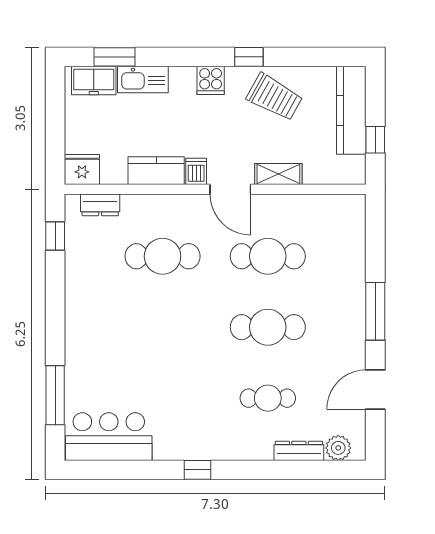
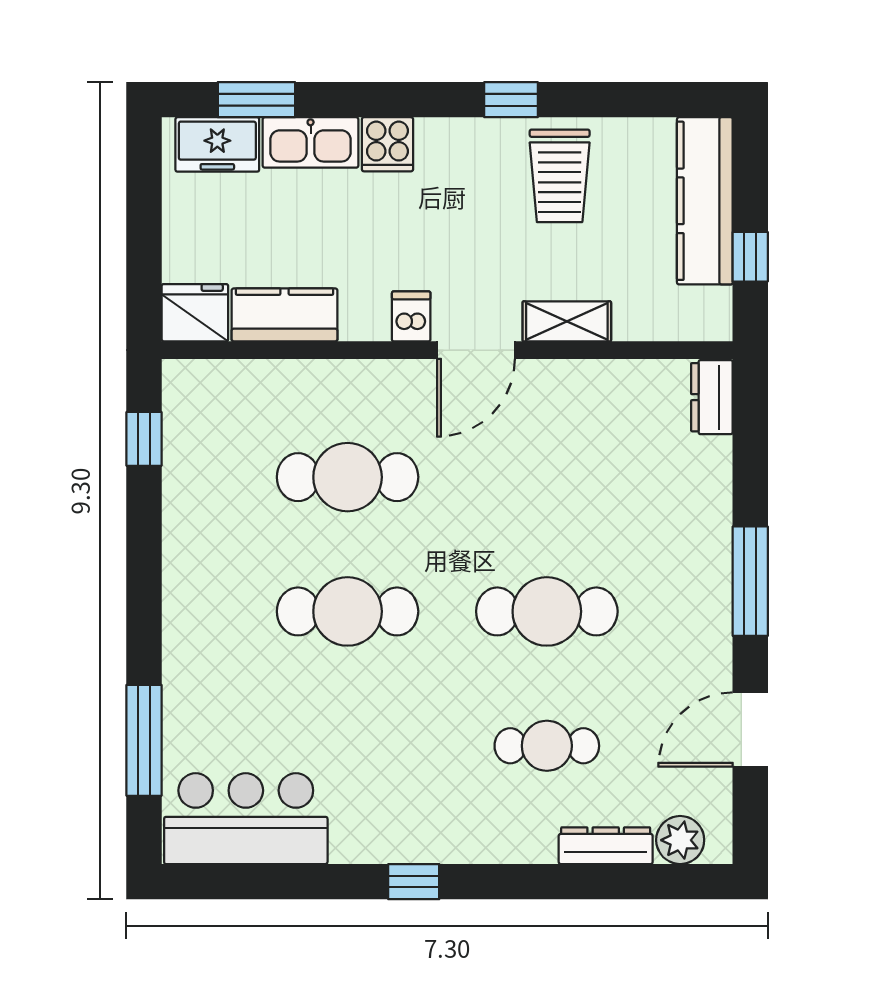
cooker: (211, 80) -> (387, 144), moved
trolley: (275, 97) -> (560, 176), turned 61
kitchen counter: (156, 171) -> (285, 315), moved
door: (230, 189) -> (476, 350), hinge flipped
dresser: (100, 205) -> (712, 397), moved, turned 90
cafe table: (268, 256) -> (348, 611), moved

